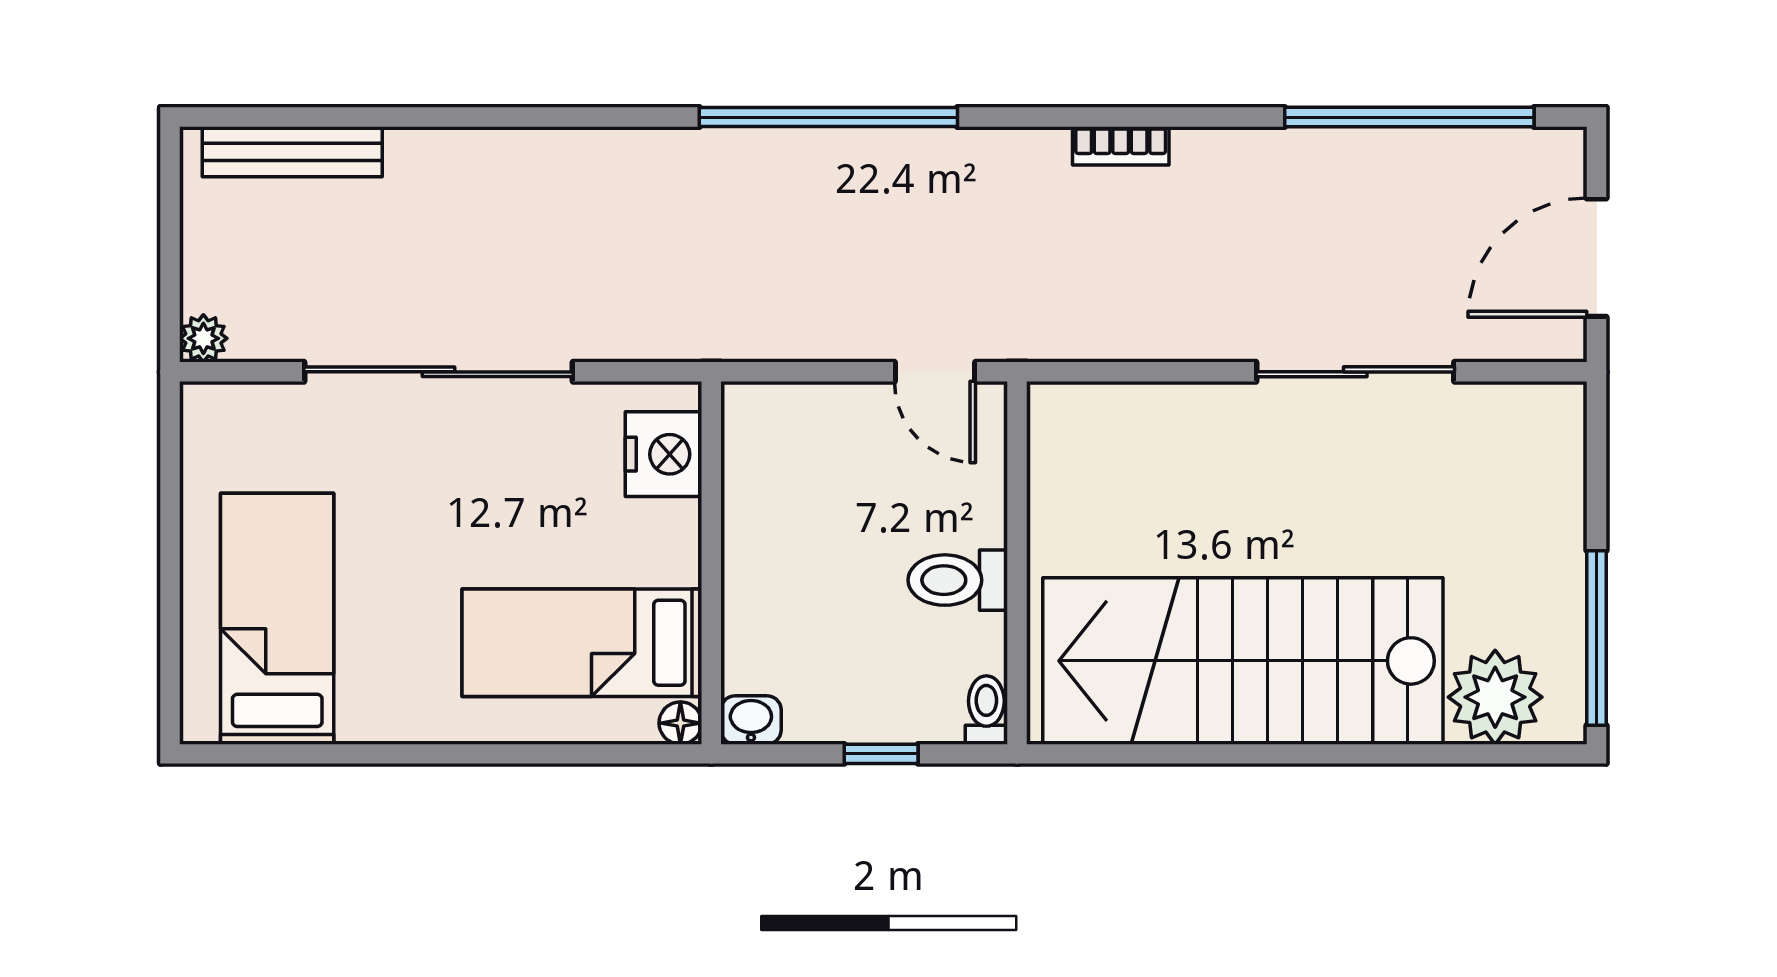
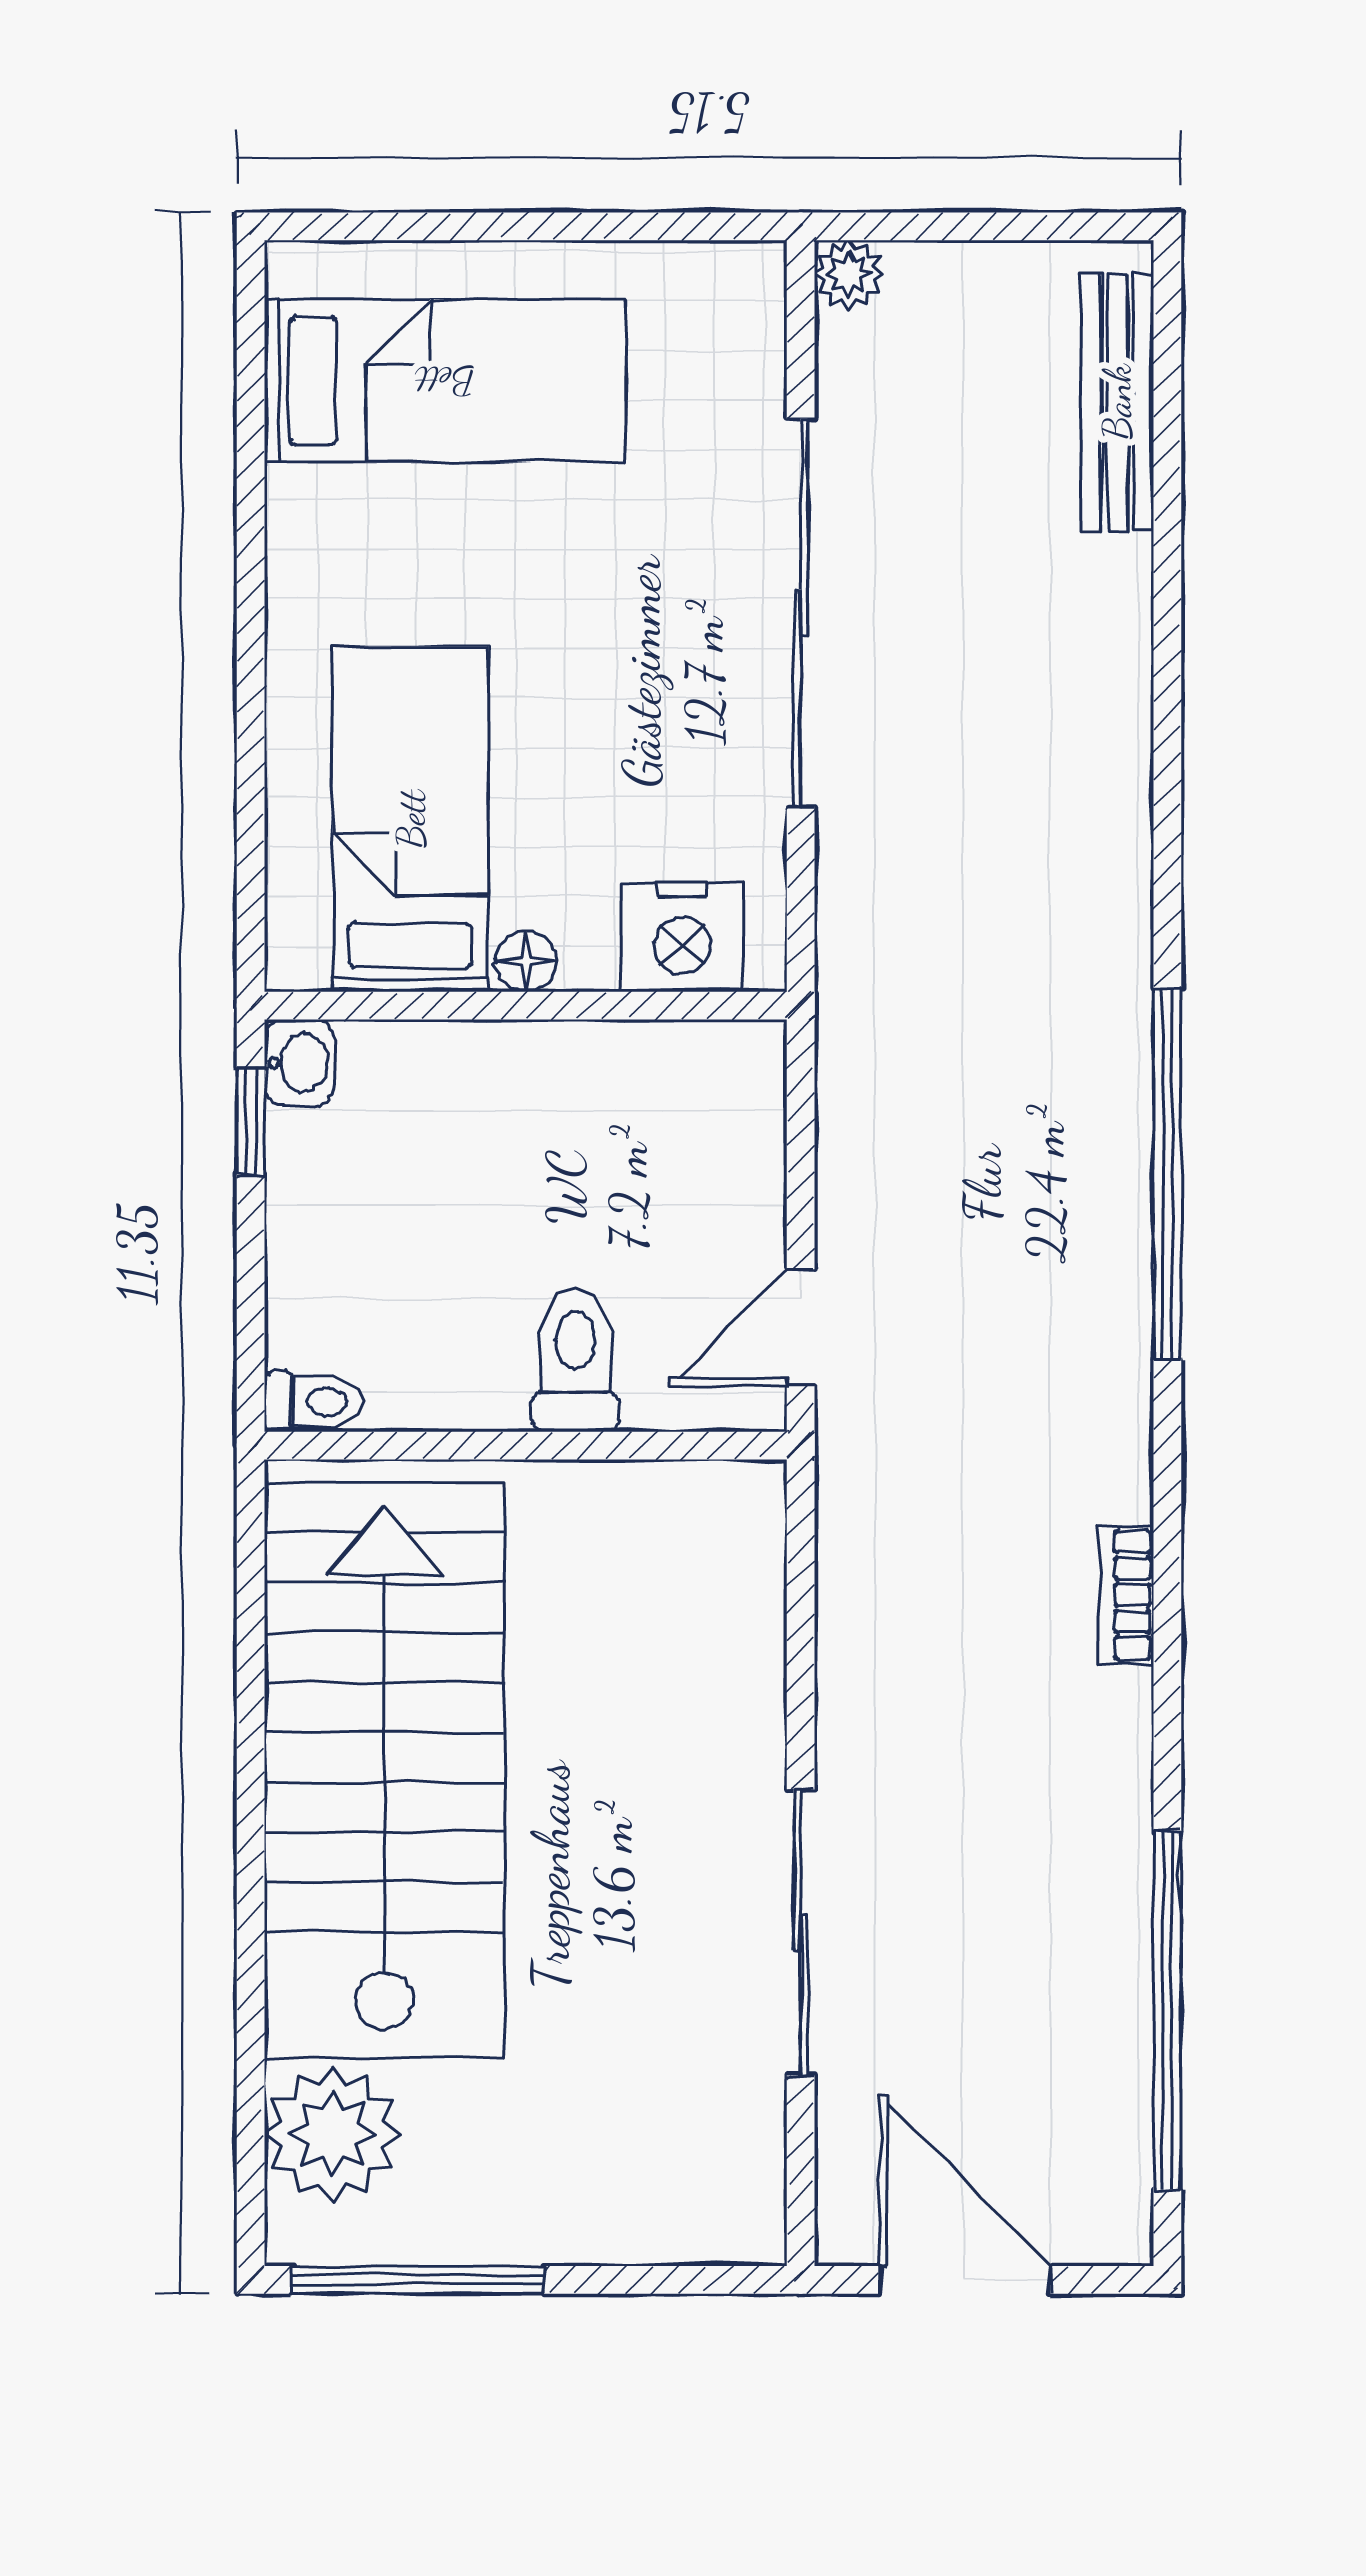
toilet: (958, 580) -> (575, 1360), moved
floor lamp: (680, 723) -> (526, 961), moved
window: (881, 754) -> (251, 1121), moved

